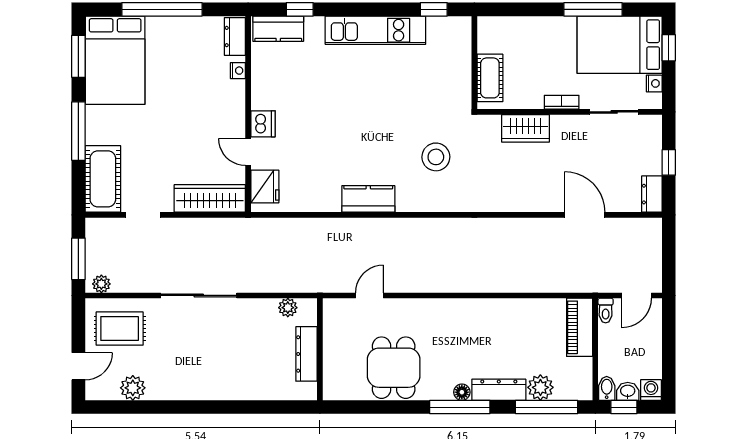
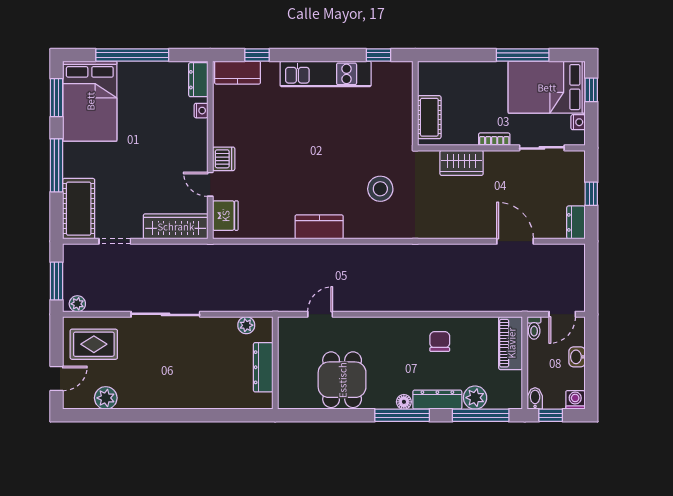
chair: (501, 326) -> (440, 342), added
washbasin: (628, 391) -> (577, 357), moved, turned -90

